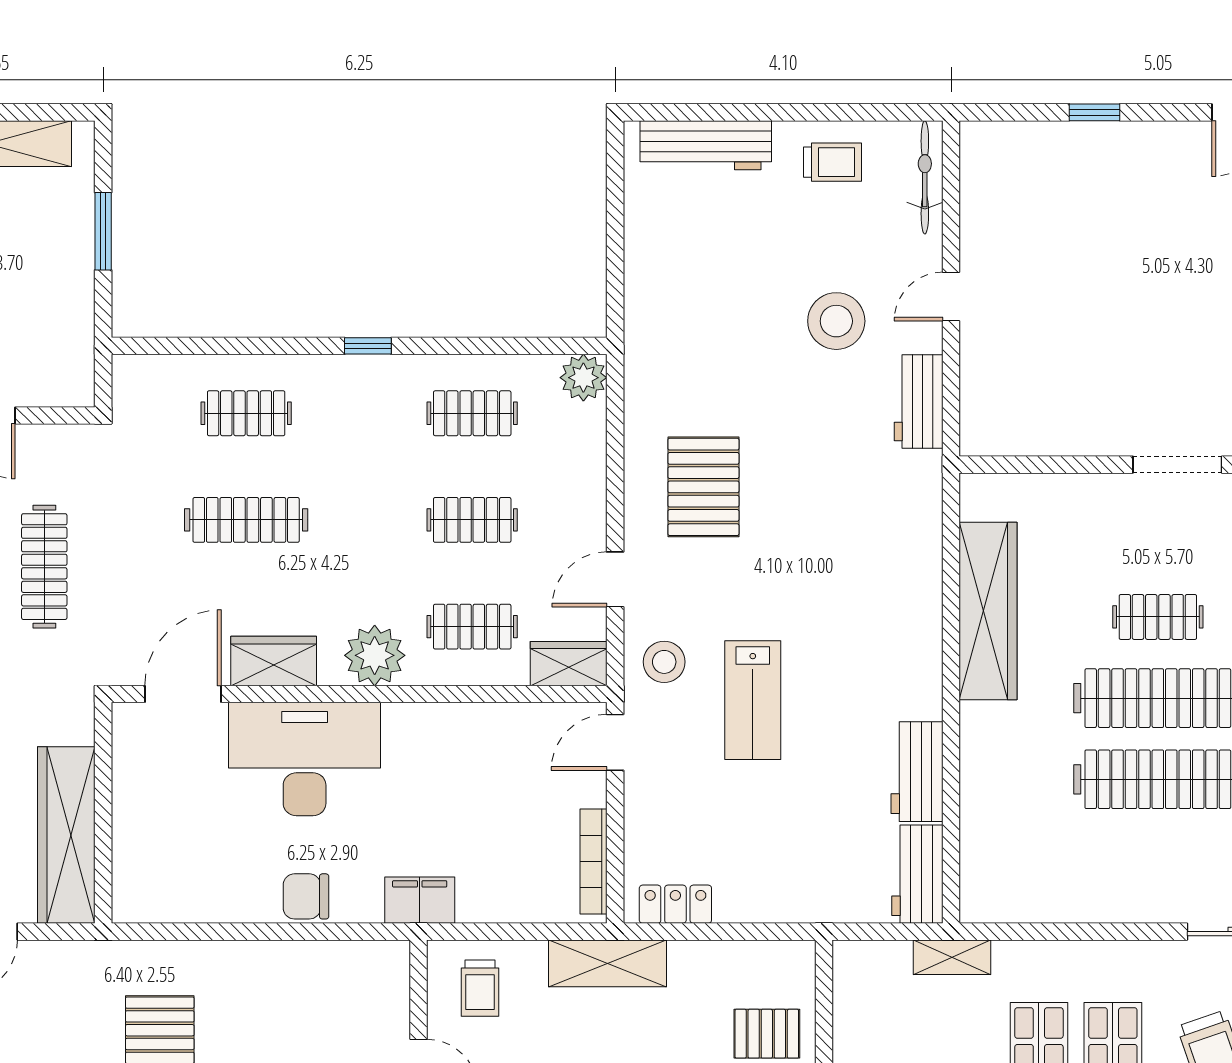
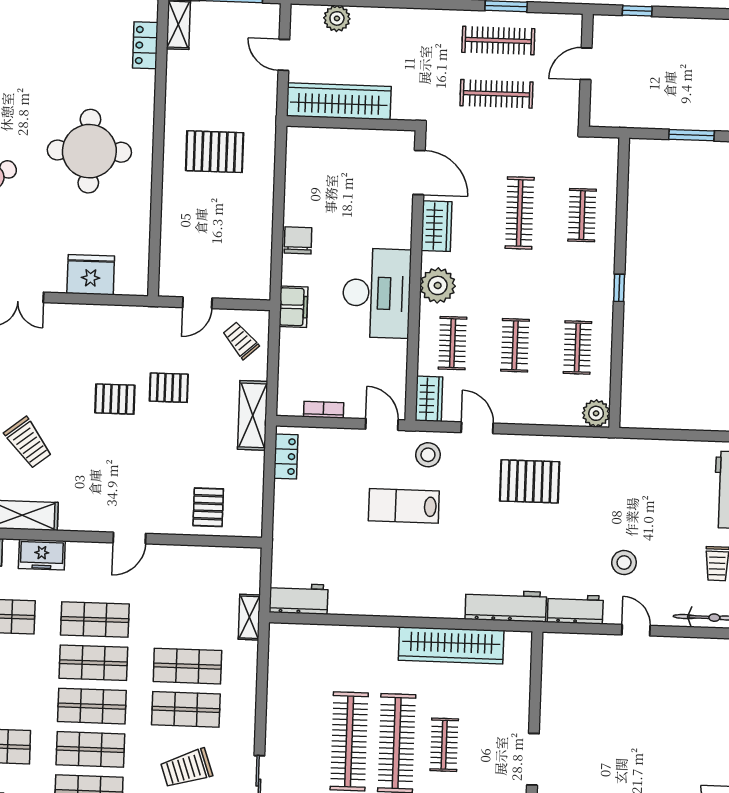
stool: (836, 321) -> (624, 563), width x0.73, depth x0.73
desk: (305, 759) -> (377, 293), moved
workbench: (917, 772) -> (506, 606), moved, width x1.38
bookcase: (593, 861) -> (324, 410), width x0.64
trolley: (480, 988) -> (241, 340), turned 48

